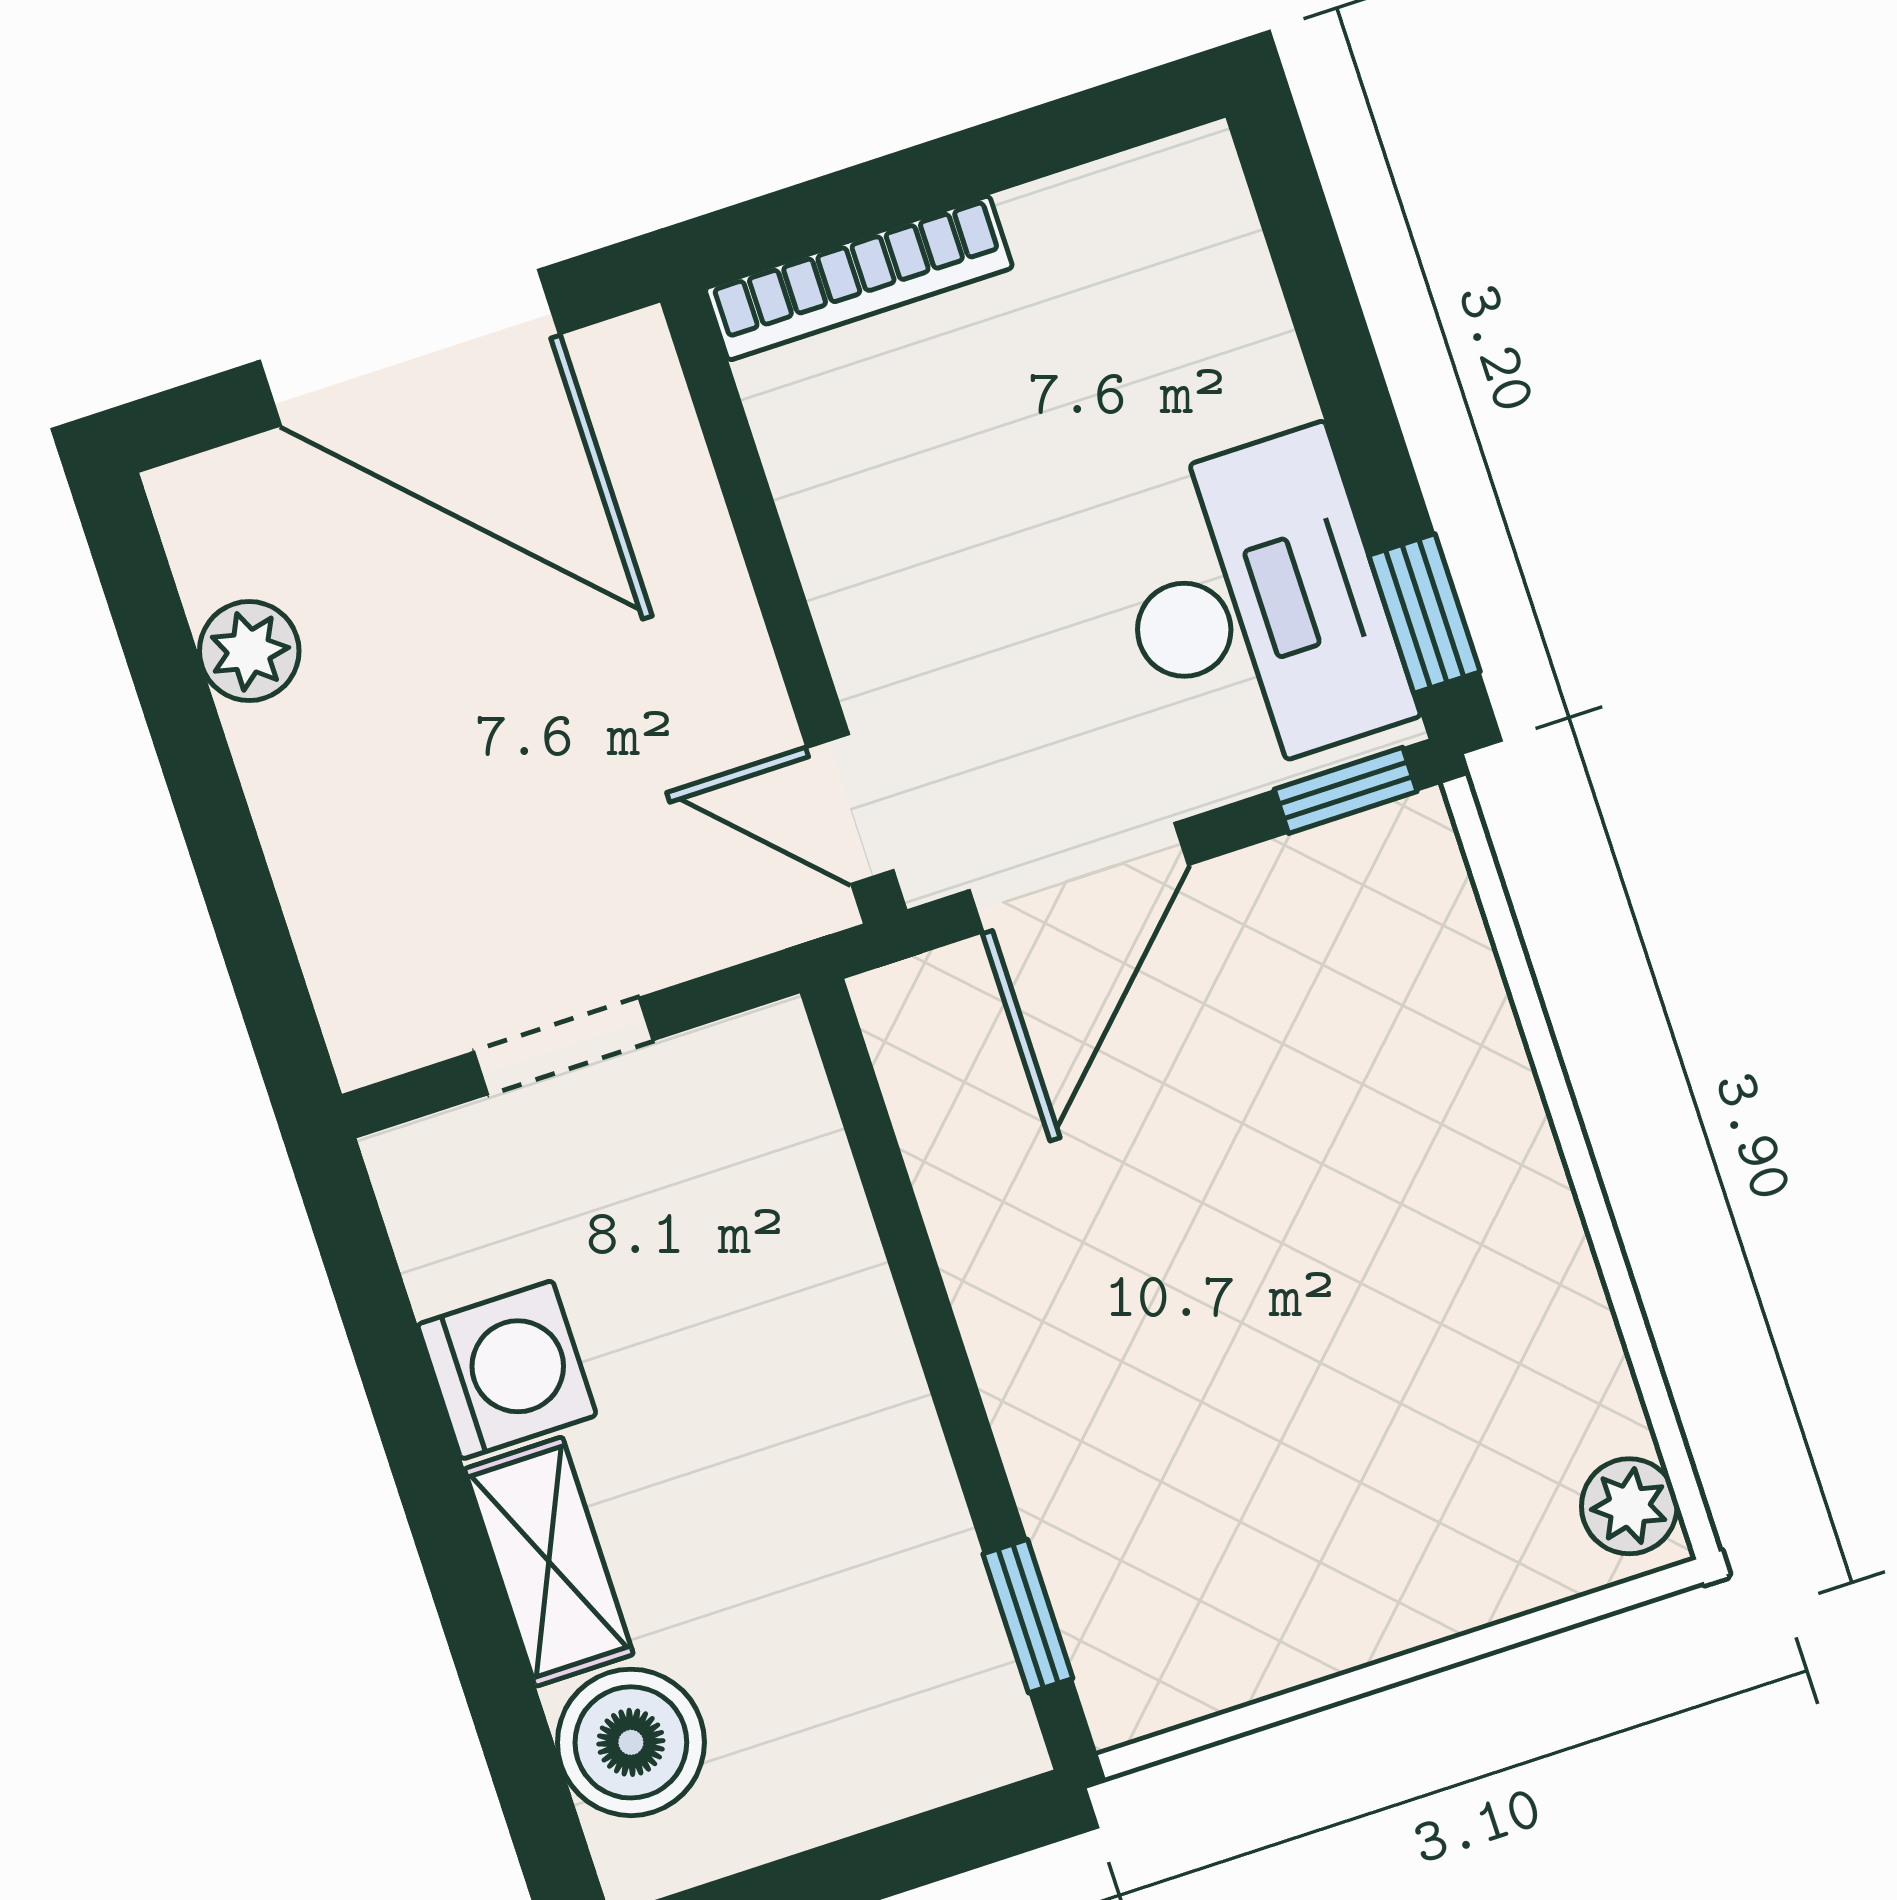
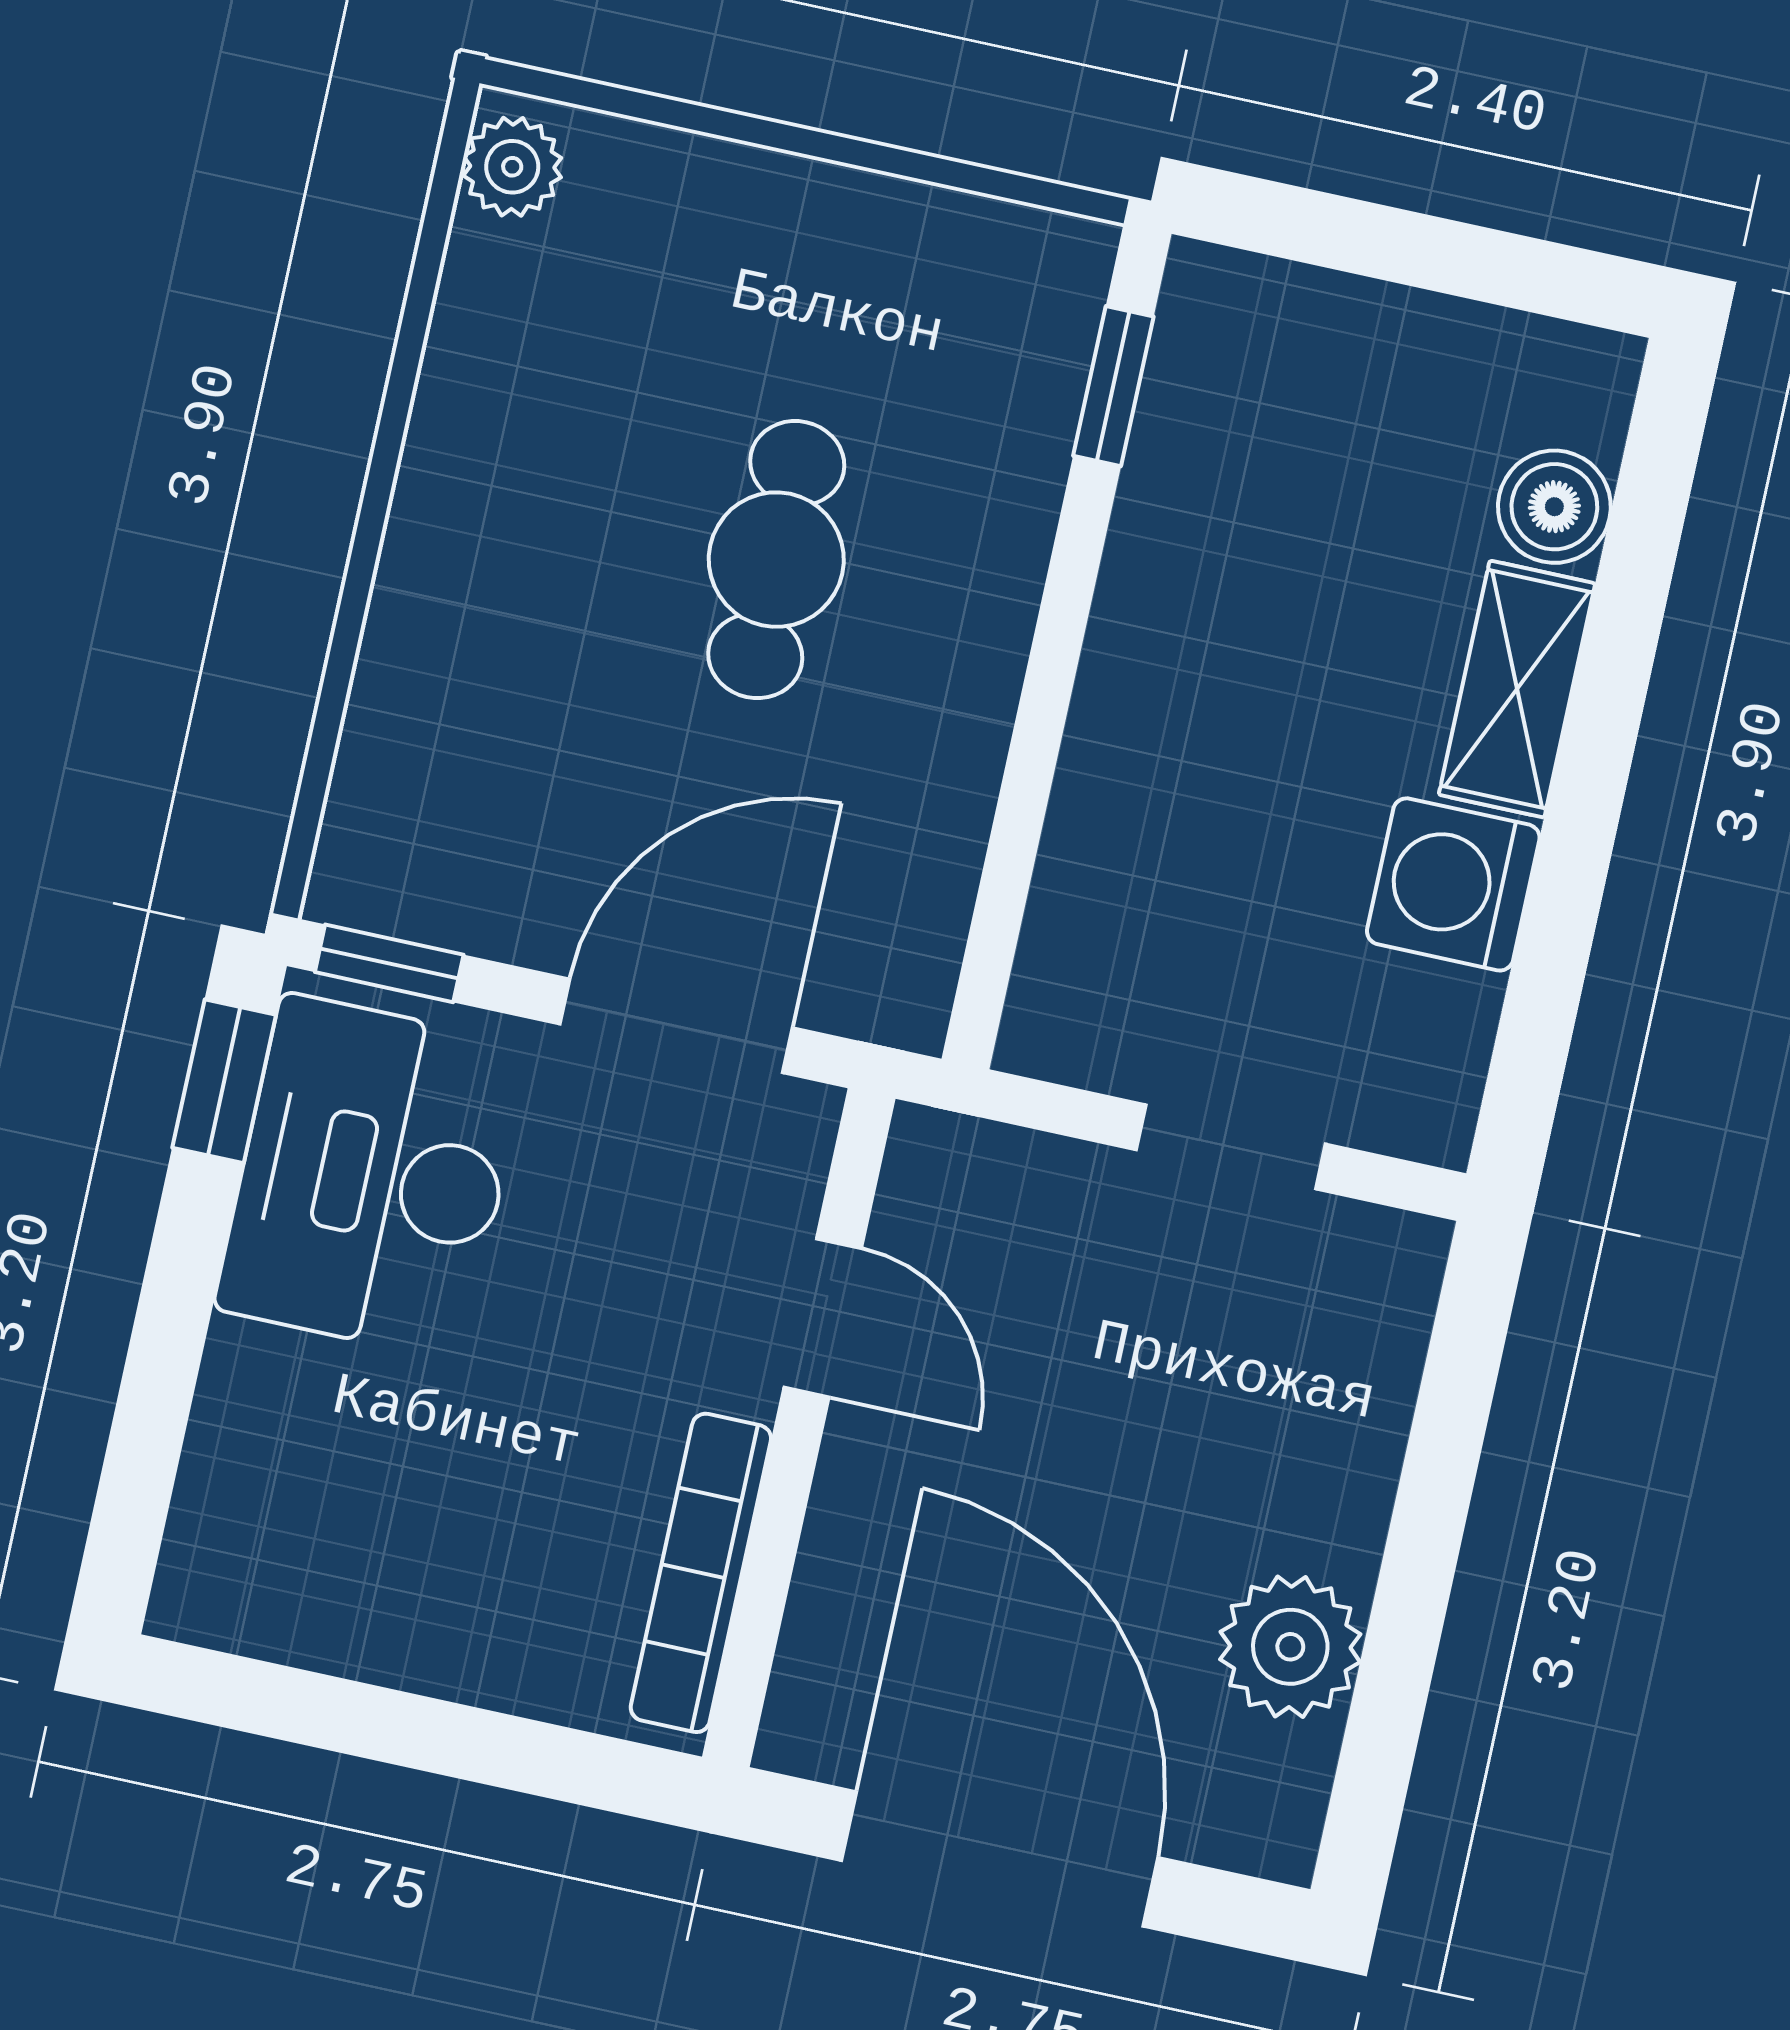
bookcase: (859, 278) -> (701, 1573), moved, turned -90
plant: (249, 651) -> (1290, 1647), width x1.38, depth x1.38
door: (850, 809) -> (823, 1318), moved
cafe table: (1222, 1310) -> (776, 560), added
boiler: (631, 1742) -> (1554, 507), width x0.73, depth x0.73

